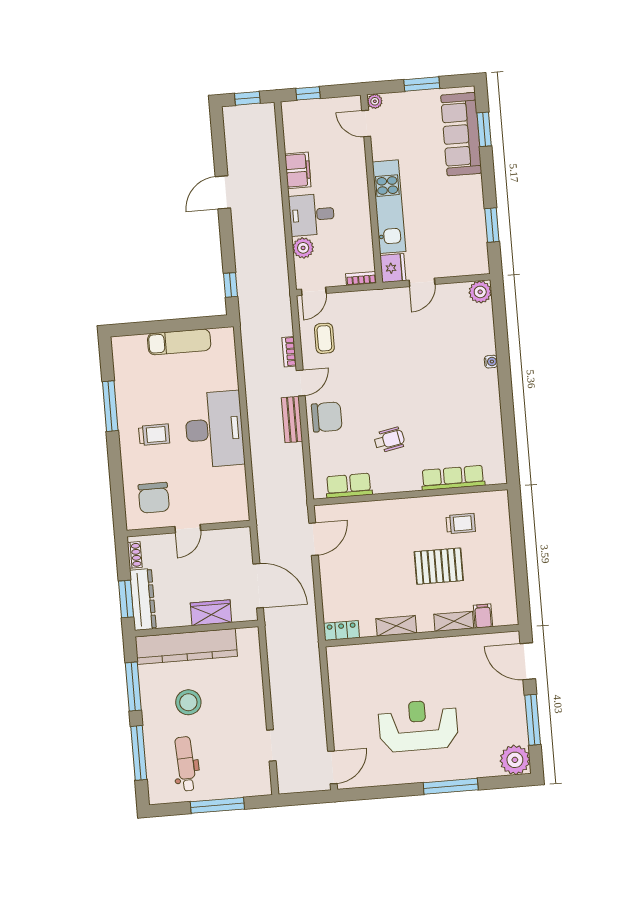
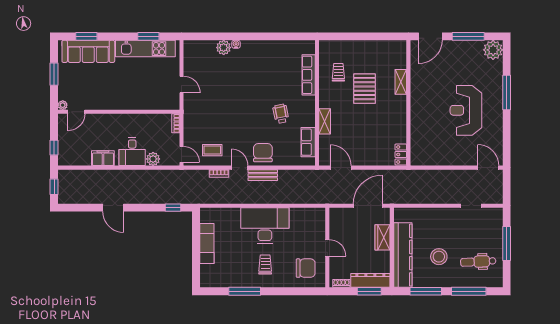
kitchen unit: (389, 207) -> (145, 49), moved, turned 180
fridge: (393, 268) -> (171, 102), removed
plant: (480, 292) -> (224, 48), moved
filing cabinet: (483, 616) -> (399, 63), removed
shelving: (396, 626) -> (325, 121), moved

